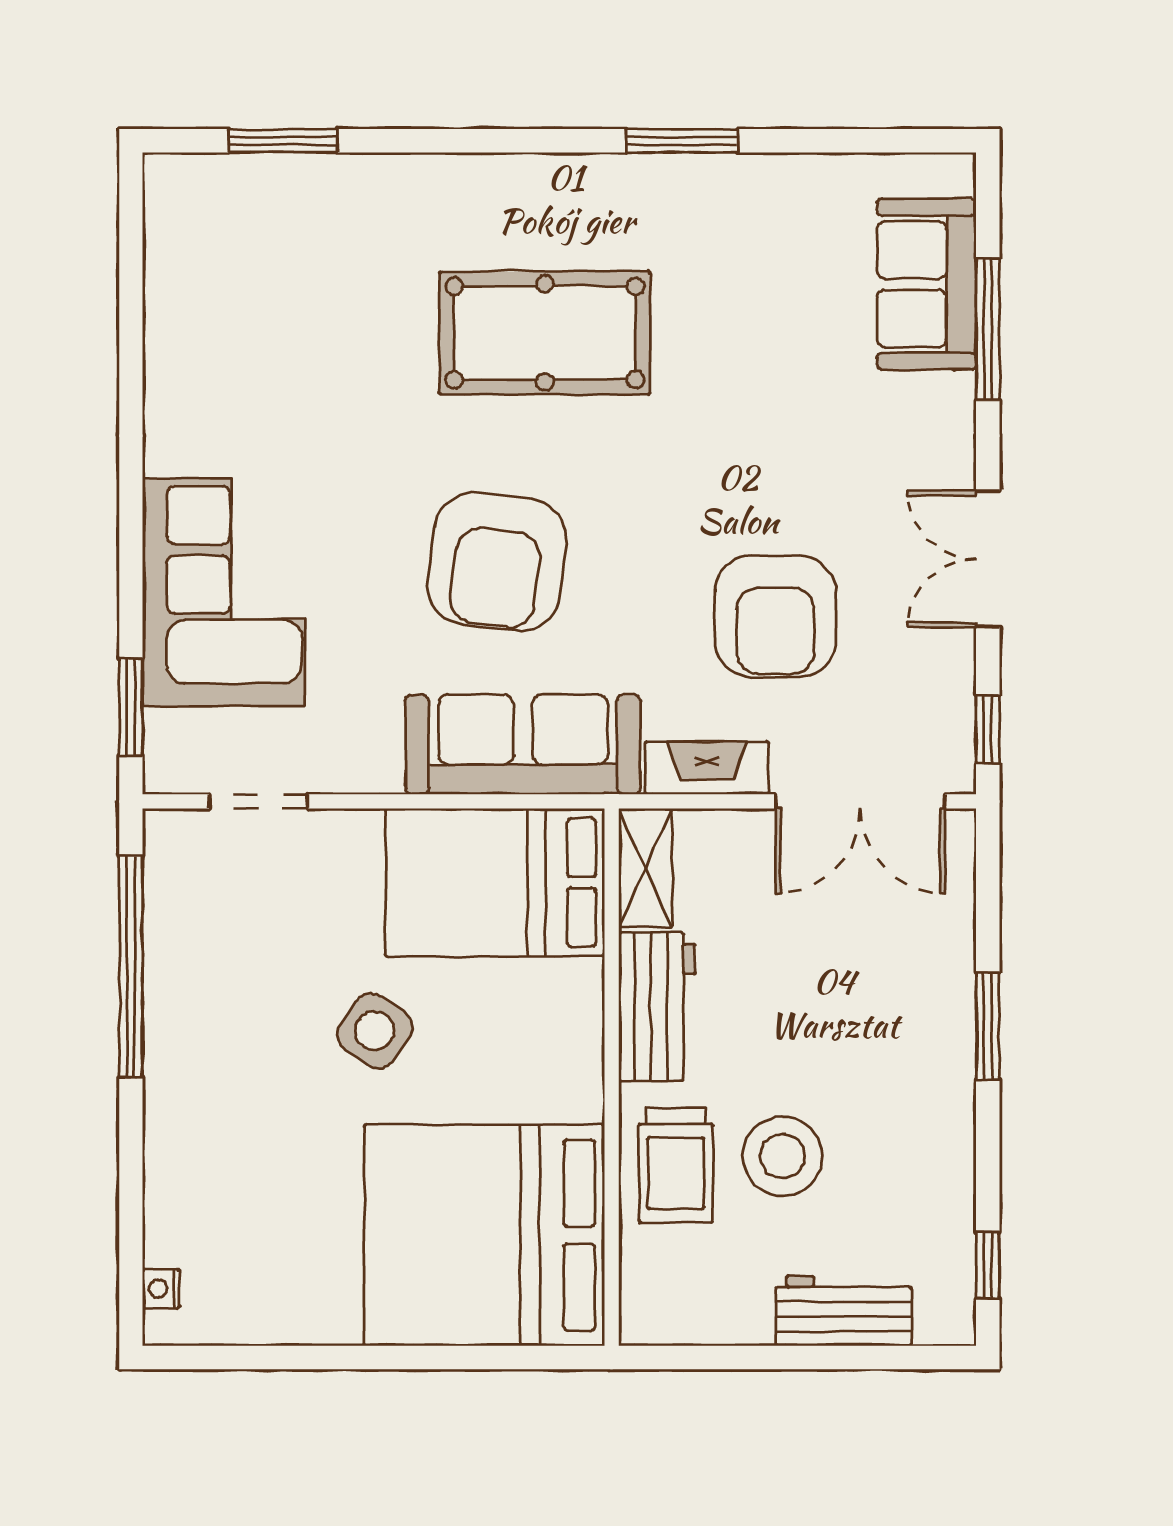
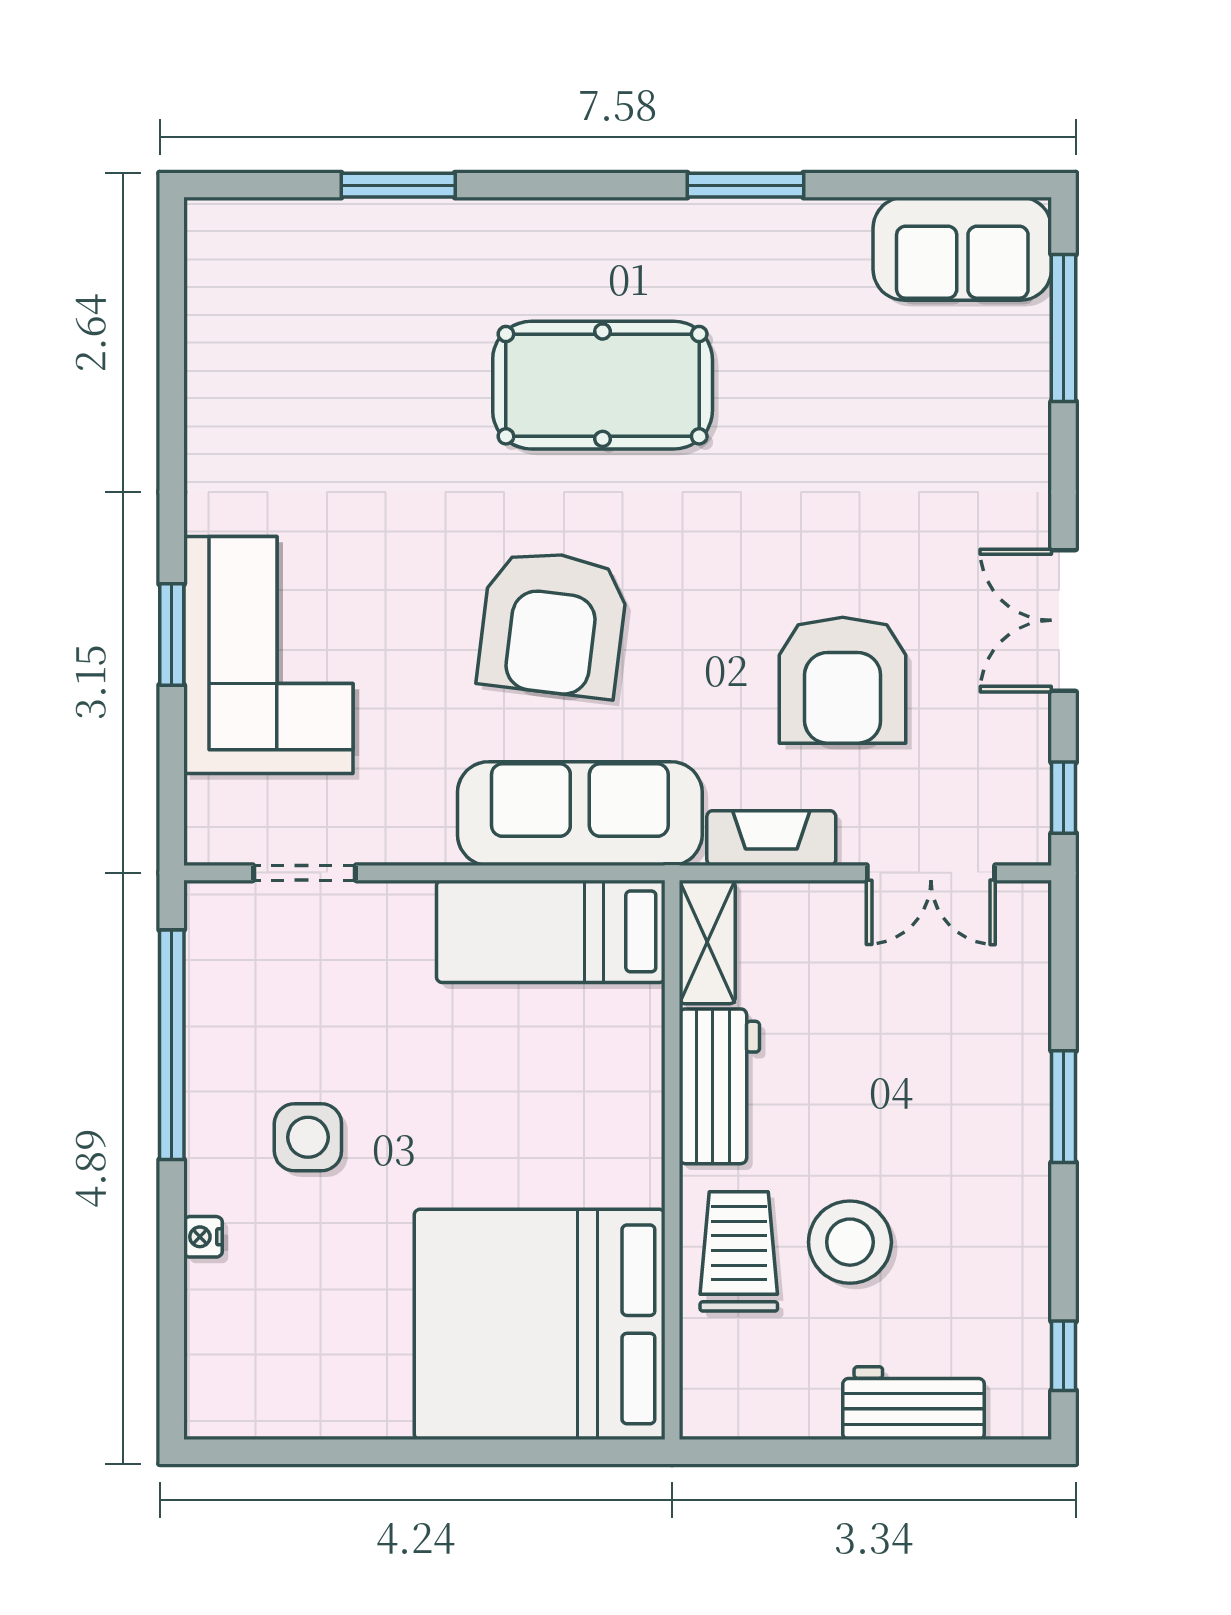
window: (283, 141) -> (398, 185), moved
sofa: (927, 284) -> (962, 249), moved, turned -90
window: (988, 329) -> (1064, 328), moved
window: (131, 707) -> (172, 635), moved
double door: (860, 801) -> (931, 873), width x0.73
bed: (495, 882) -> (551, 931), width x0.67
side table: (375, 1031) -> (308, 1137), moved, turned -34
trolley: (676, 1165) -> (739, 1251), turned 180
nightstand: (161, 1289) -> (203, 1237), moved

